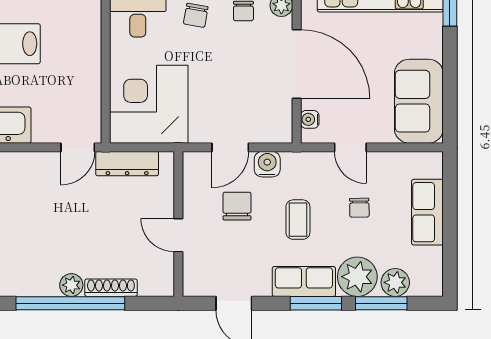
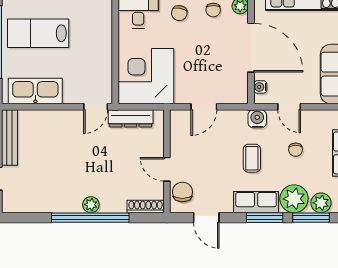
water cooler: (267, 164) -> (257, 119), moved
chair: (237, 206) -> (182, 192), moved
shoe rack: (111, 288) -> (146, 207), moved

